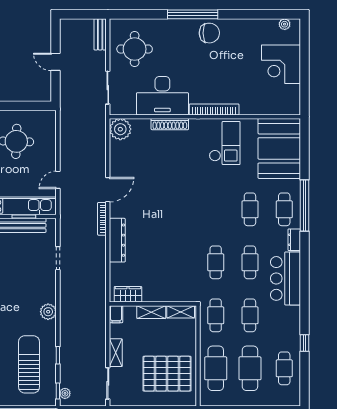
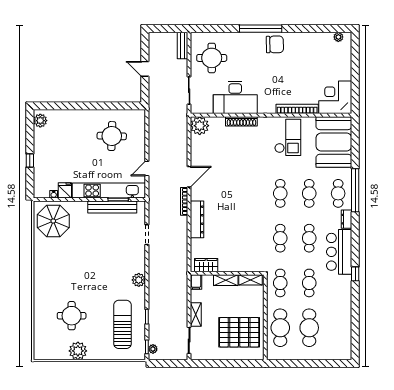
corner desk: (281, 64) -> (335, 97), moved, turned 90
bookcase: (214, 109) -> (297, 109), moved
window: (304, 343) -> (355, 274), moved
cafe table: (284, 368) -> (280, 193), moved

